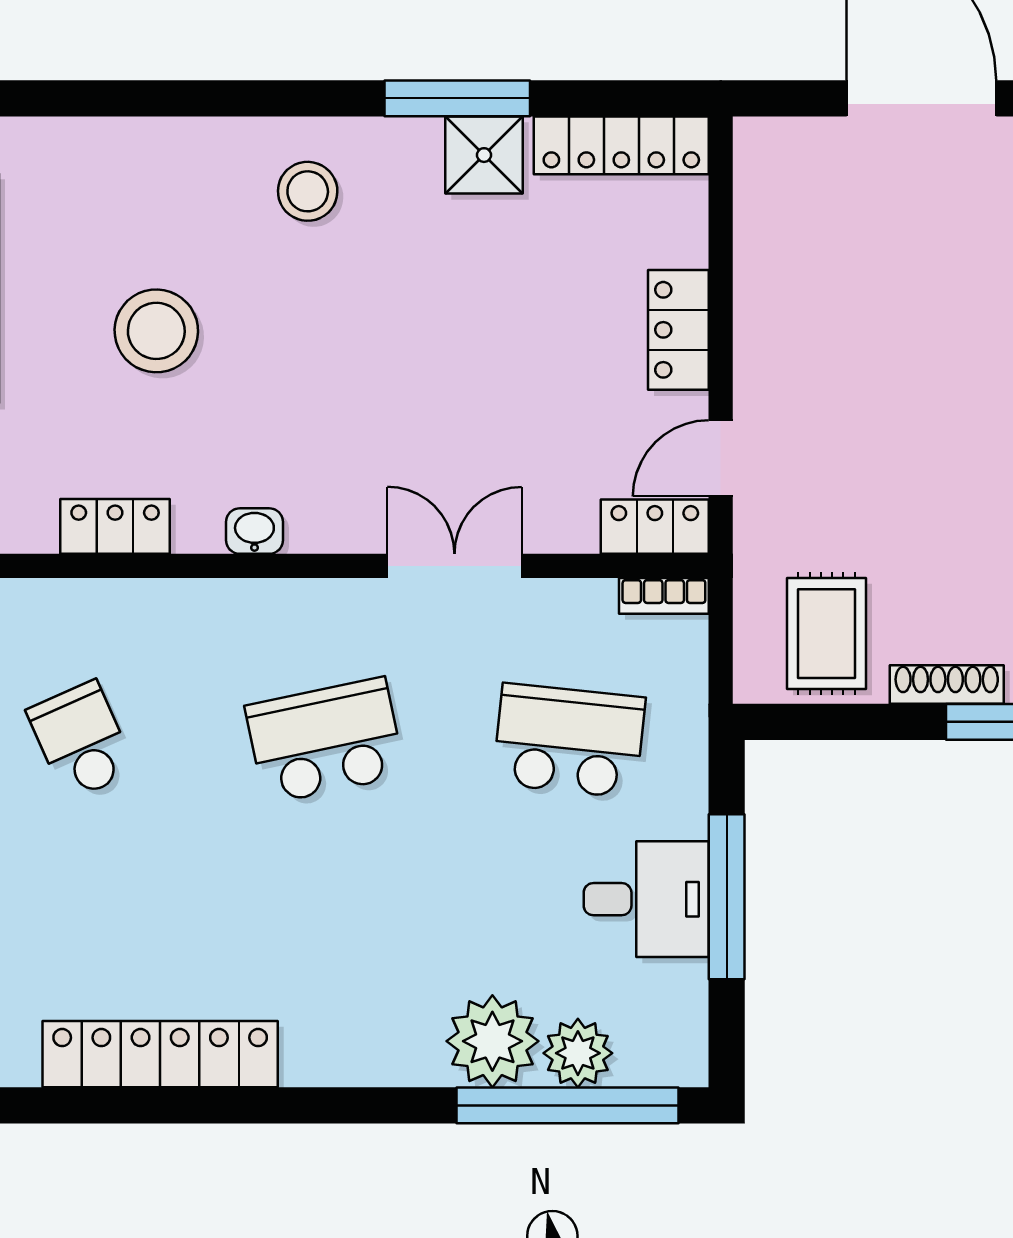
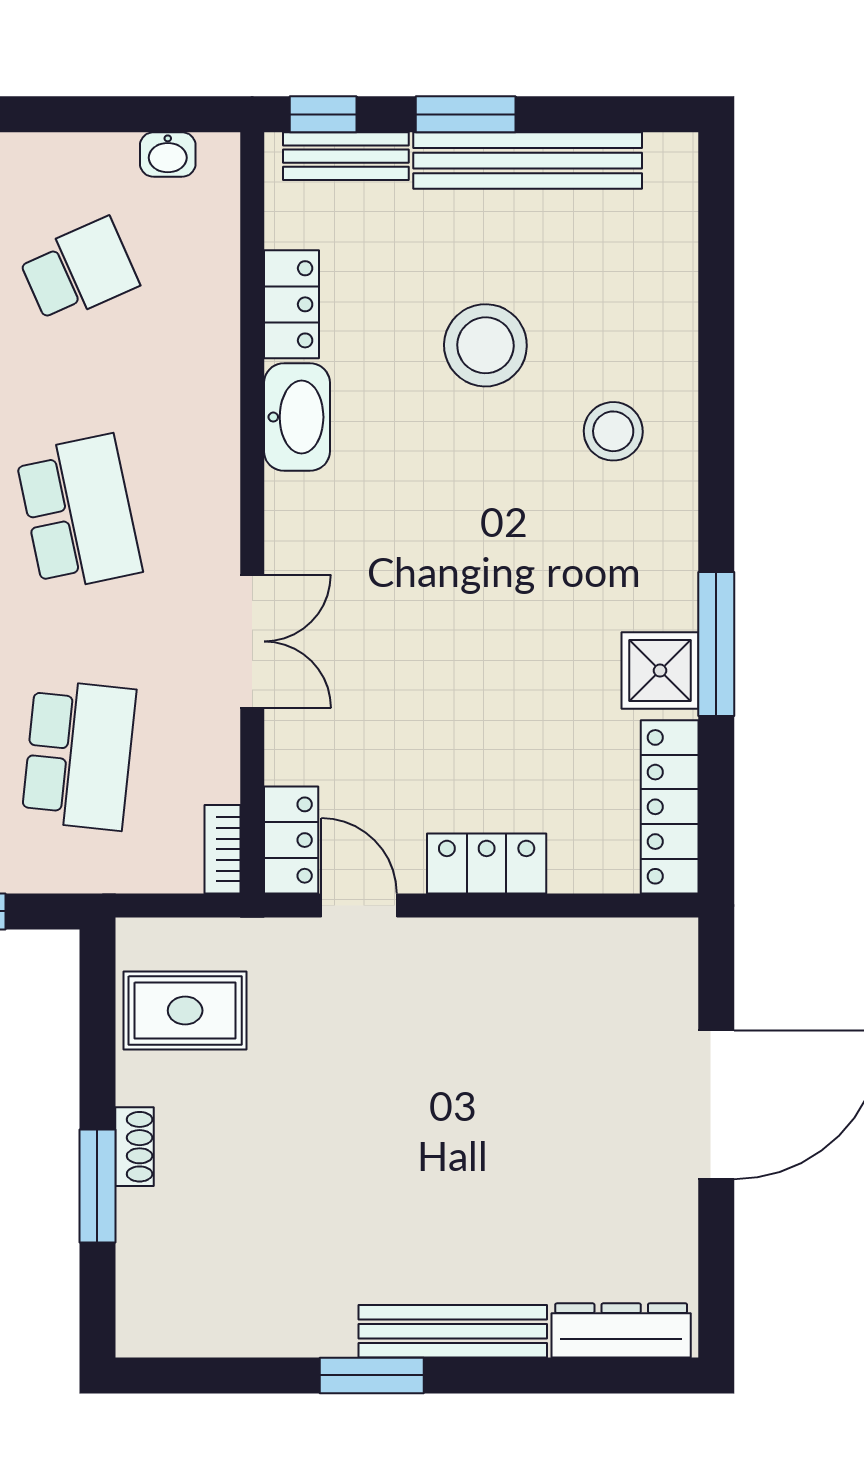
stool: (308, 191) -> (613, 431), moved
washbasin: (254, 531) -> (297, 417), width x1.91, depth x1.45
shoe rack: (947, 684) -> (135, 1147), width x0.70

